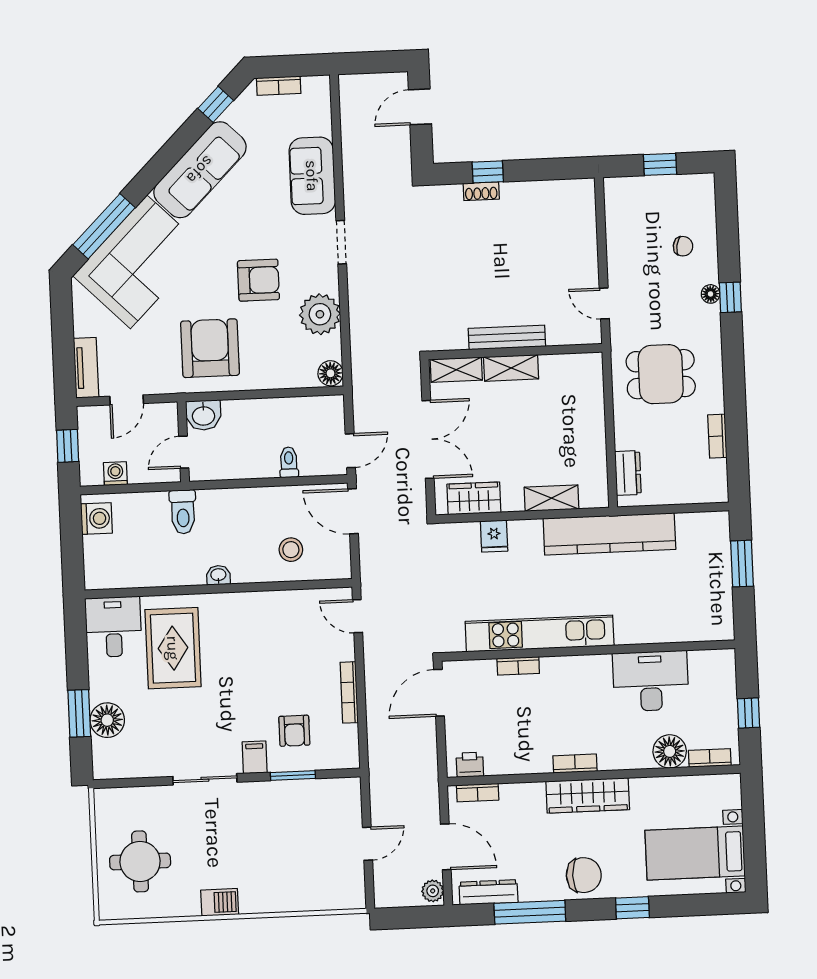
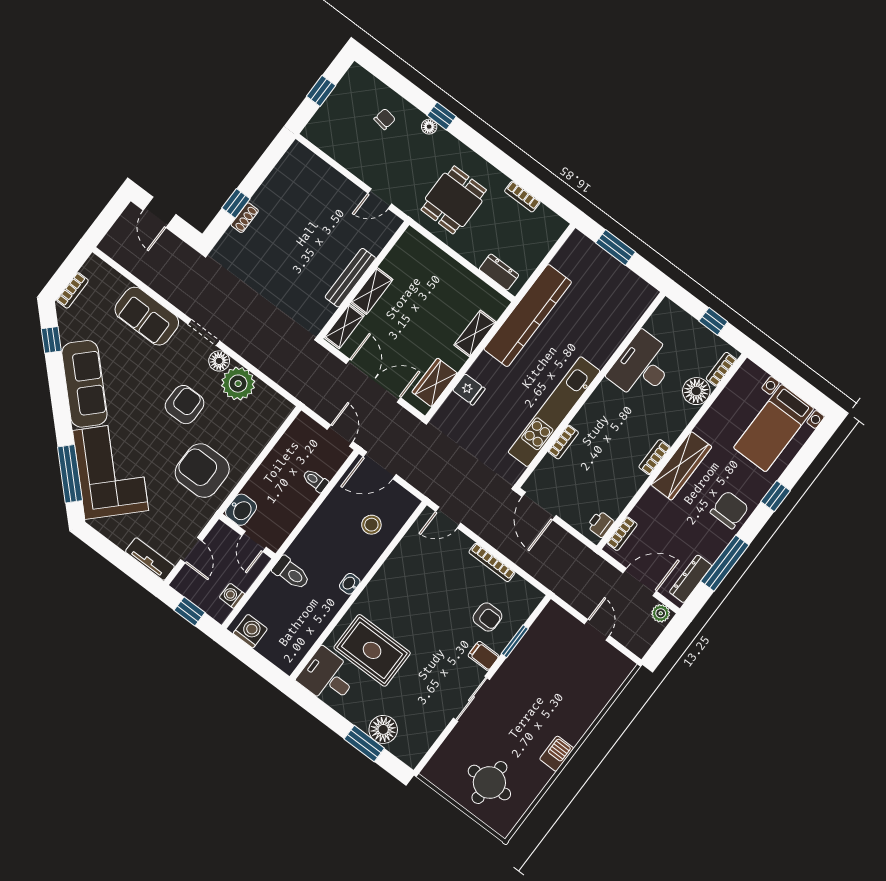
floor lamp: (330, 373) -> (219, 361), moved

